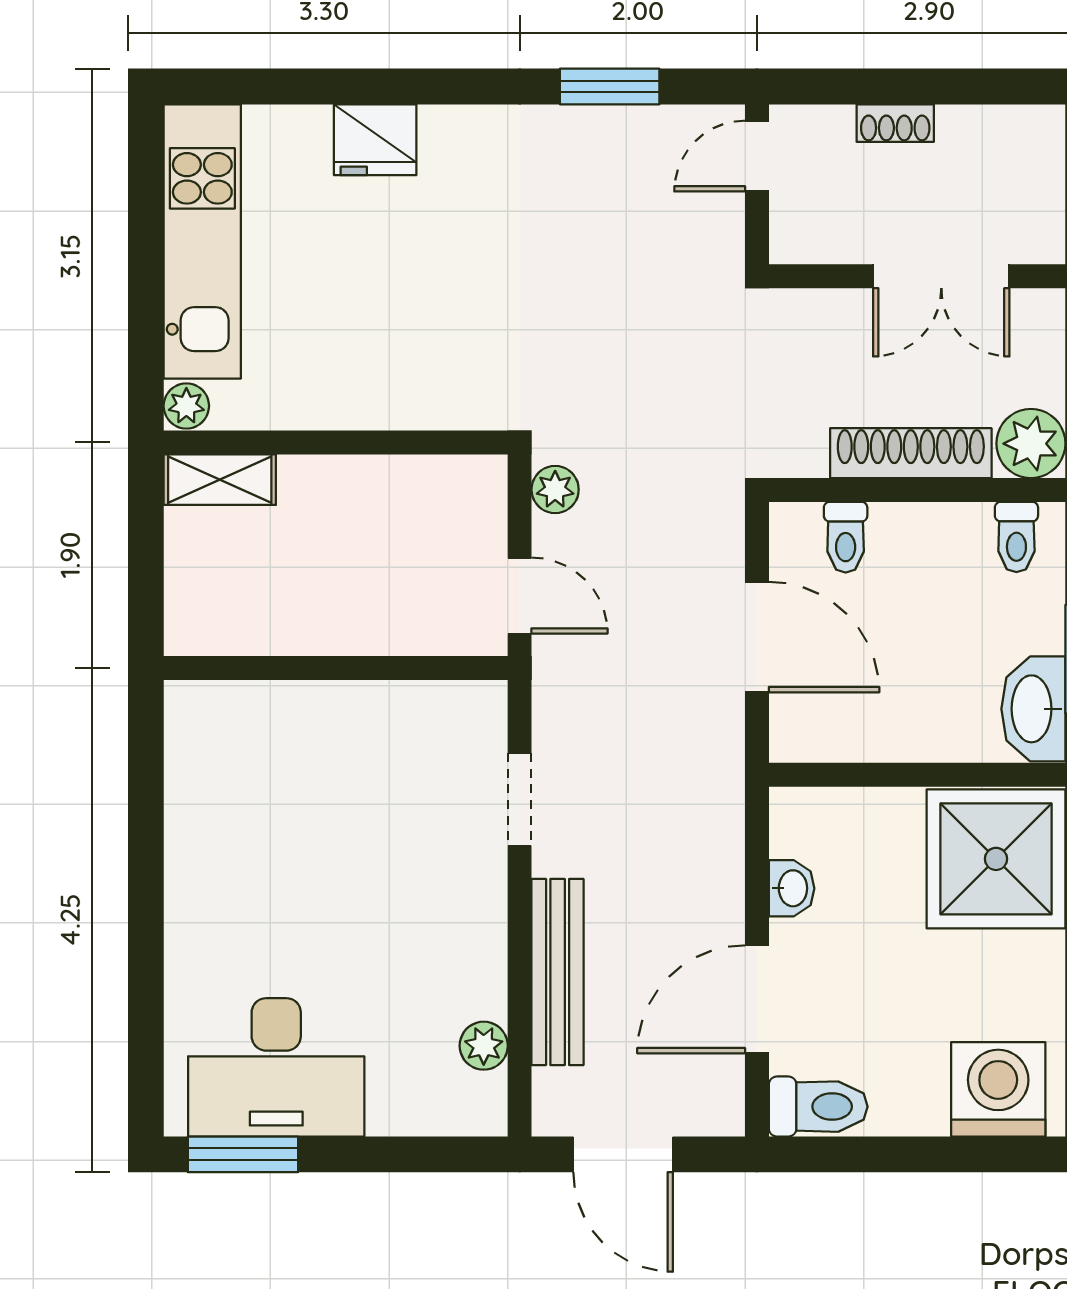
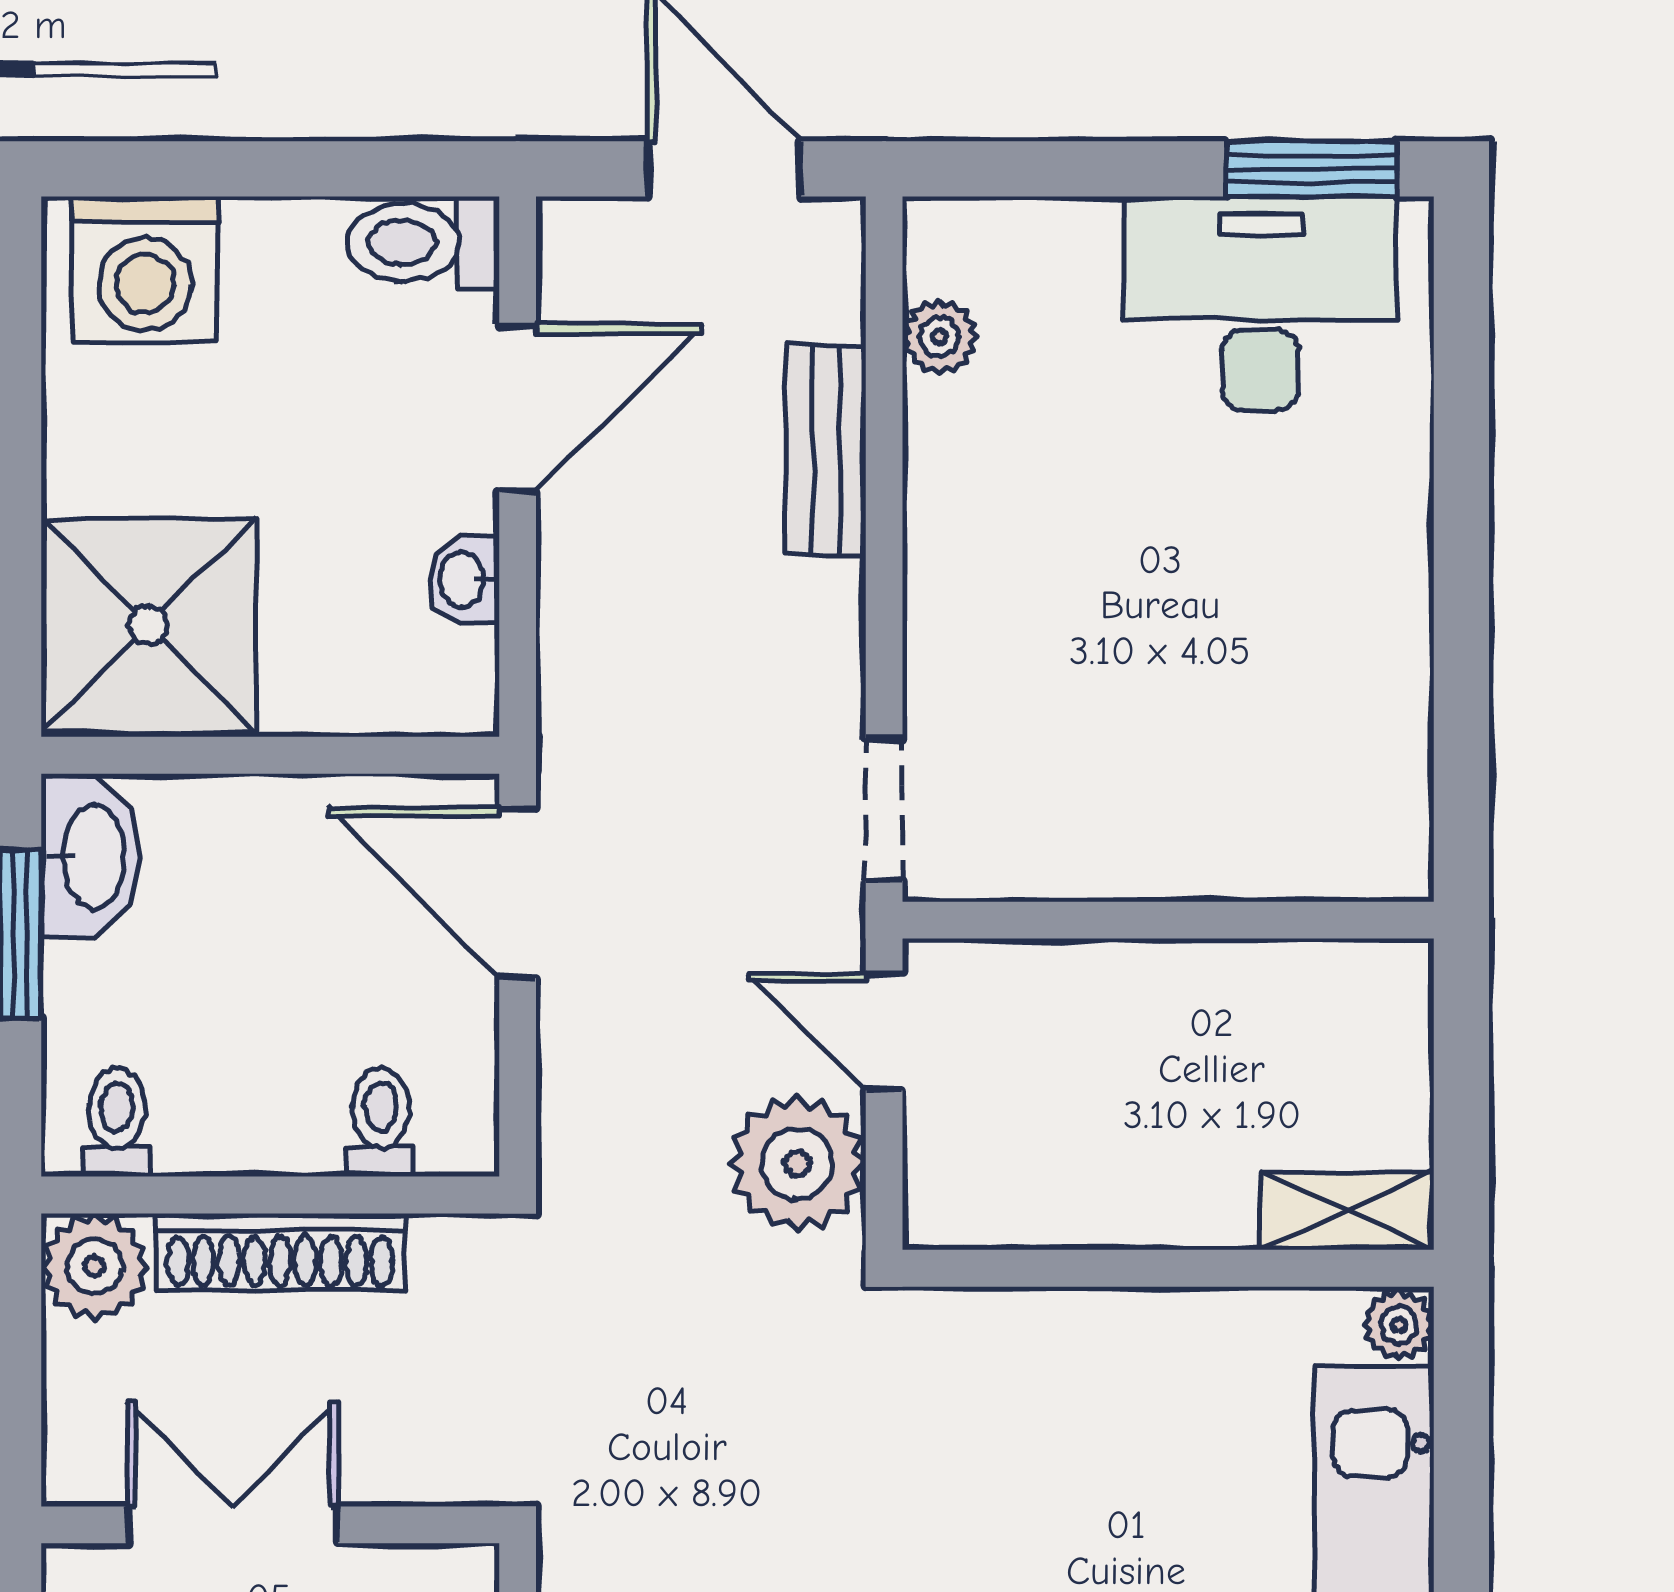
plant: (555, 490) -> (797, 1164), width x1.87, depth x1.87
door: (757, 637) -> (518, 893), moved
doorway: (520, 799) -> (884, 809), moved
bench: (558, 972) -> (826, 450), width x0.73

